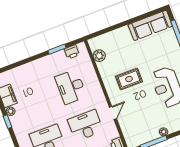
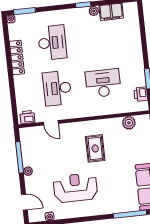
door: (113, 113) -> (51, 123), moved
desk: (86, 125) -> (57, 88), turned 180

